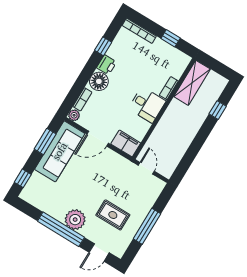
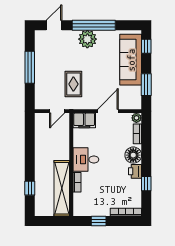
shelving: (192, 83) -> (62, 188), width x1.47
sofa: (60, 151) -> (131, 60), moved
door: (146, 168) -> (57, 111), hinge flipped
rug: (113, 215) -> (73, 84), moved, turned 90

